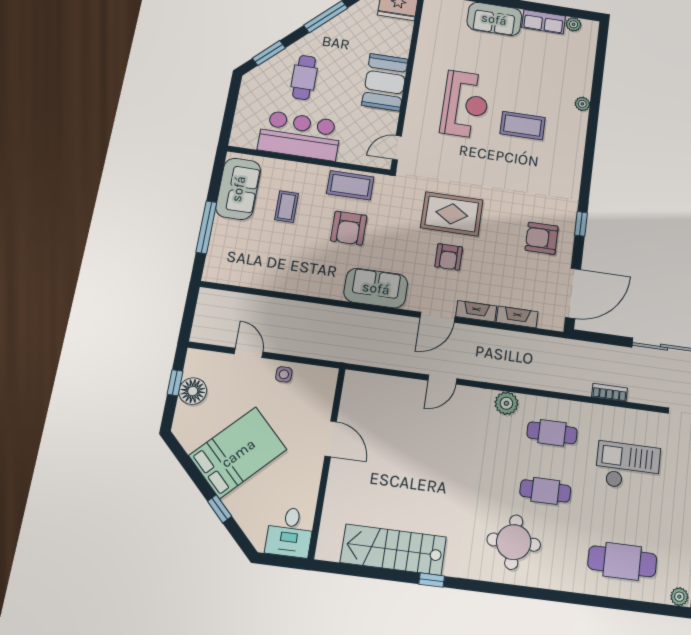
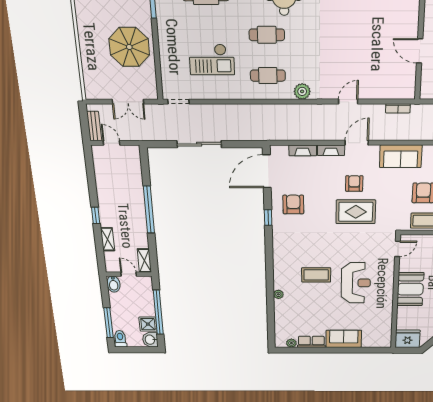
reception desk: (465, 104) -> (356, 283), turned 180
armchair: (542, 238) -> (293, 204), turned -90
bookcase: (610, 392) -> (398, 108), moved

